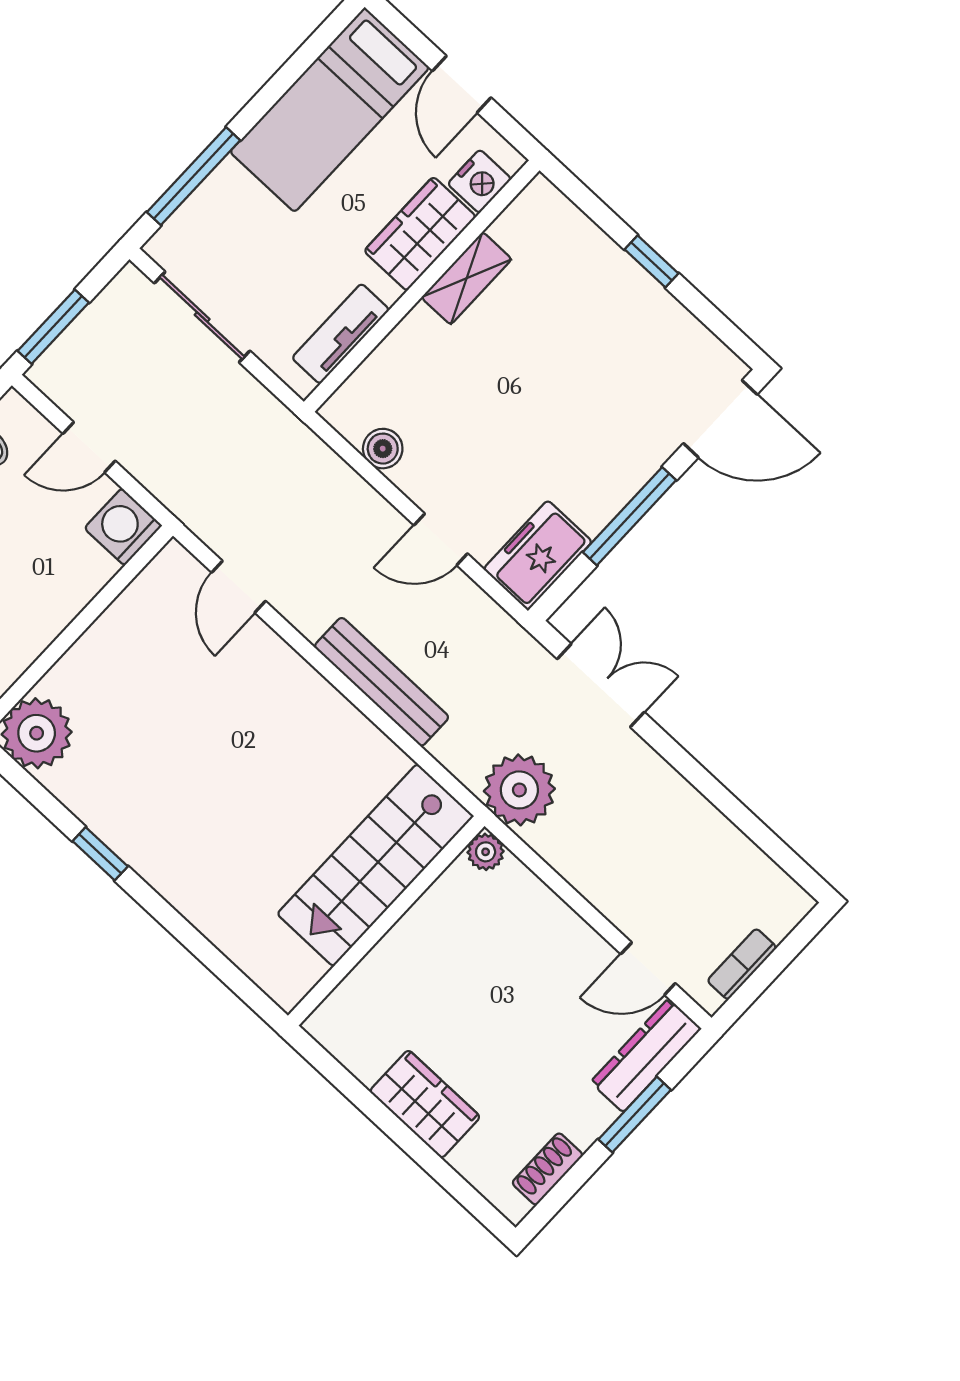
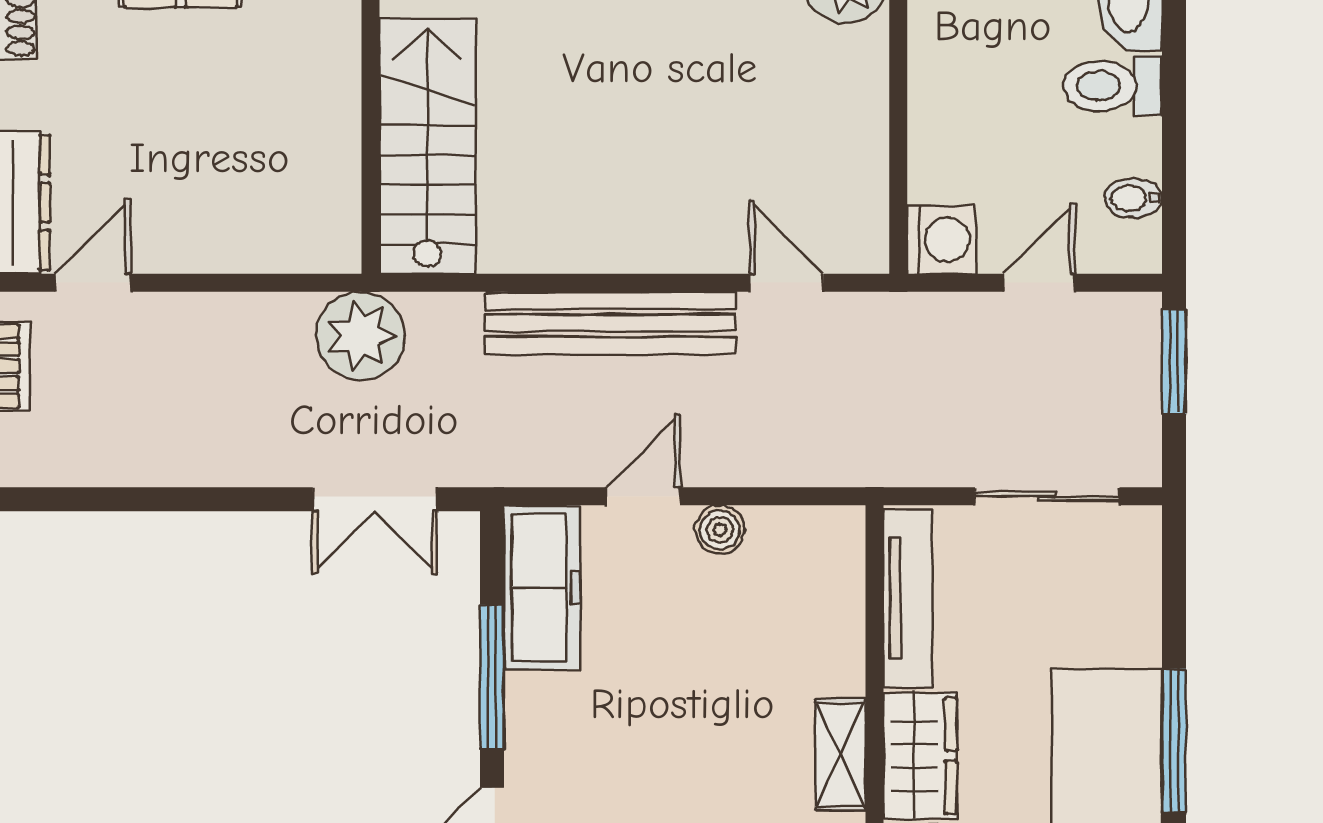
window: (194, 176) -> (1174, 741), moved
tv unit: (341, 334) -> (908, 598), width x1.41
boiler: (383, 449) -> (720, 530), moved
freezer: (538, 555) -> (542, 587), width x1.40
bench: (382, 682) -> (610, 323), width x1.37, depth x1.21
plant: (486, 852) -> (339, 251), removed

